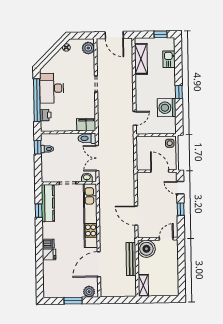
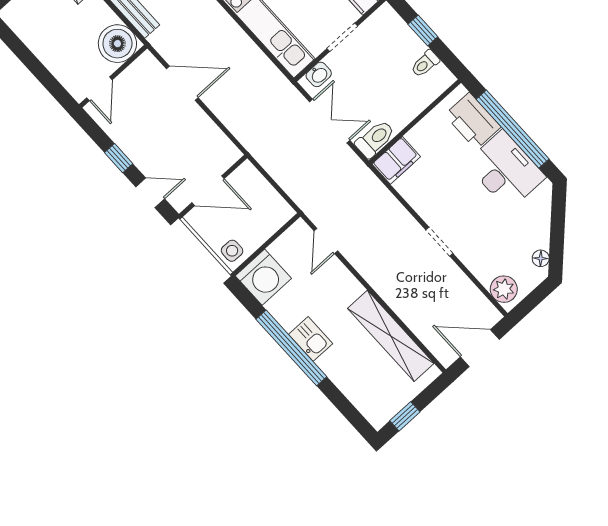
shelving: (141, 59) -> (391, 336), width x1.47
kitchen sink: (169, 59) -> (311, 339), moved
window: (179, 92) -> (291, 348), width x3.17
washing machine: (167, 108) -> (263, 277), moved, turned 90
printer: (46, 115) -> (473, 121), width x1.87, depth x1.48
window: (38, 147) -> (423, 30), moved

